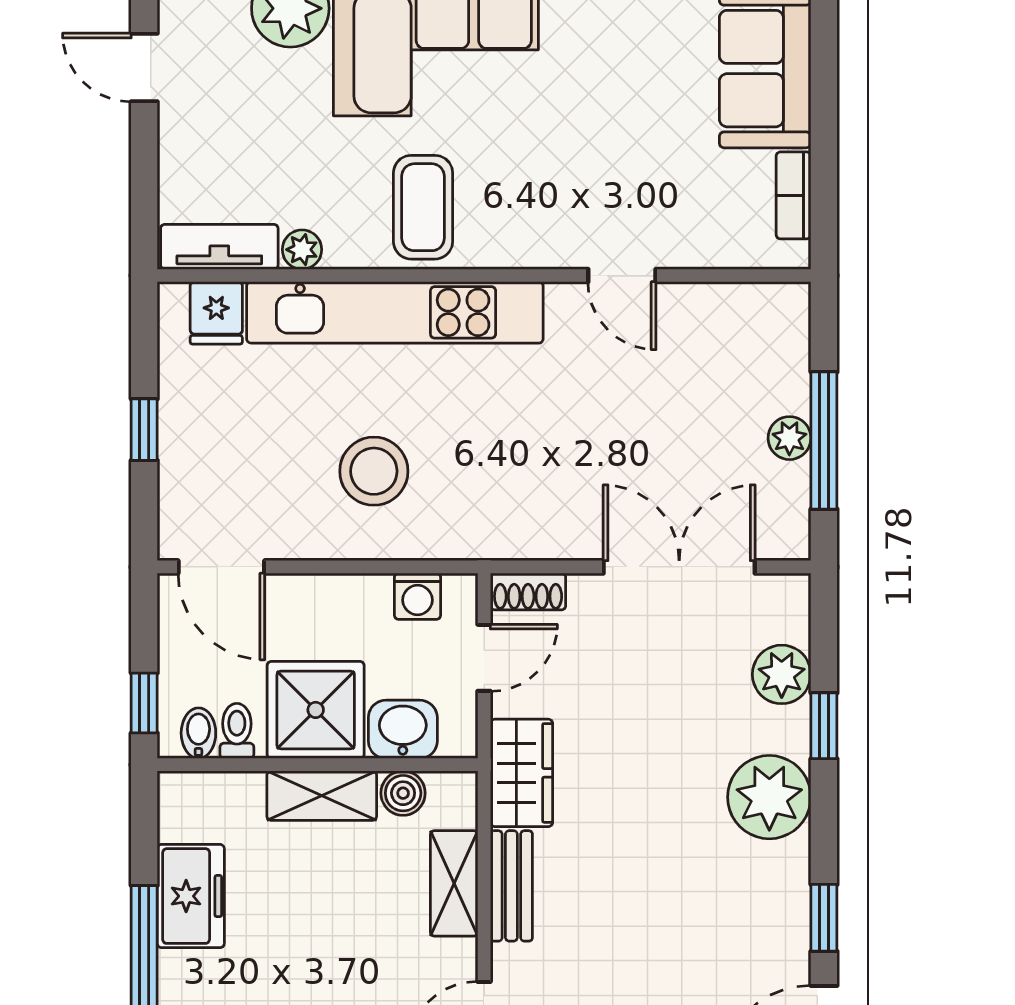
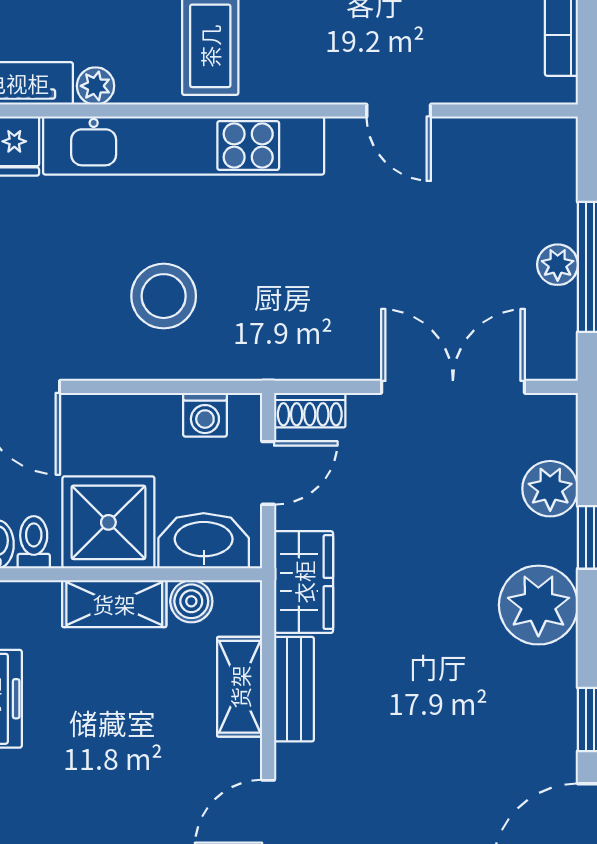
washbasin: (403, 729) -> (204, 541), width x1.38

